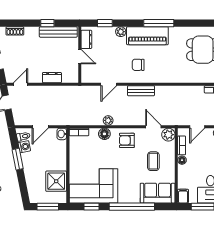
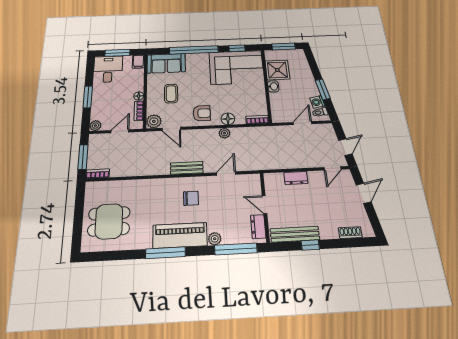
window: (105, 23) -> (236, 249), width x2.17
washbasin: (62, 134) -> (273, 86), moved

